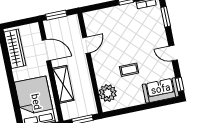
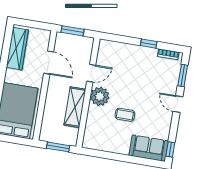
door: (173, 53) -> (178, 104), moved
shelving: (63, 84) -> (75, 107), moved
plant: (108, 93) -> (100, 96), moved

